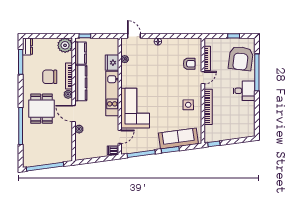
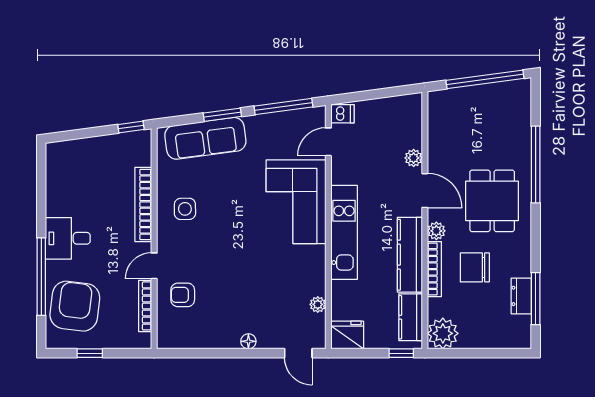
dresser: (28, 46) -> (521, 296), moved
fridge: (112, 63) -> (348, 335), moved, turned -90
chair: (50, 77) -> (475, 267), turned 180

